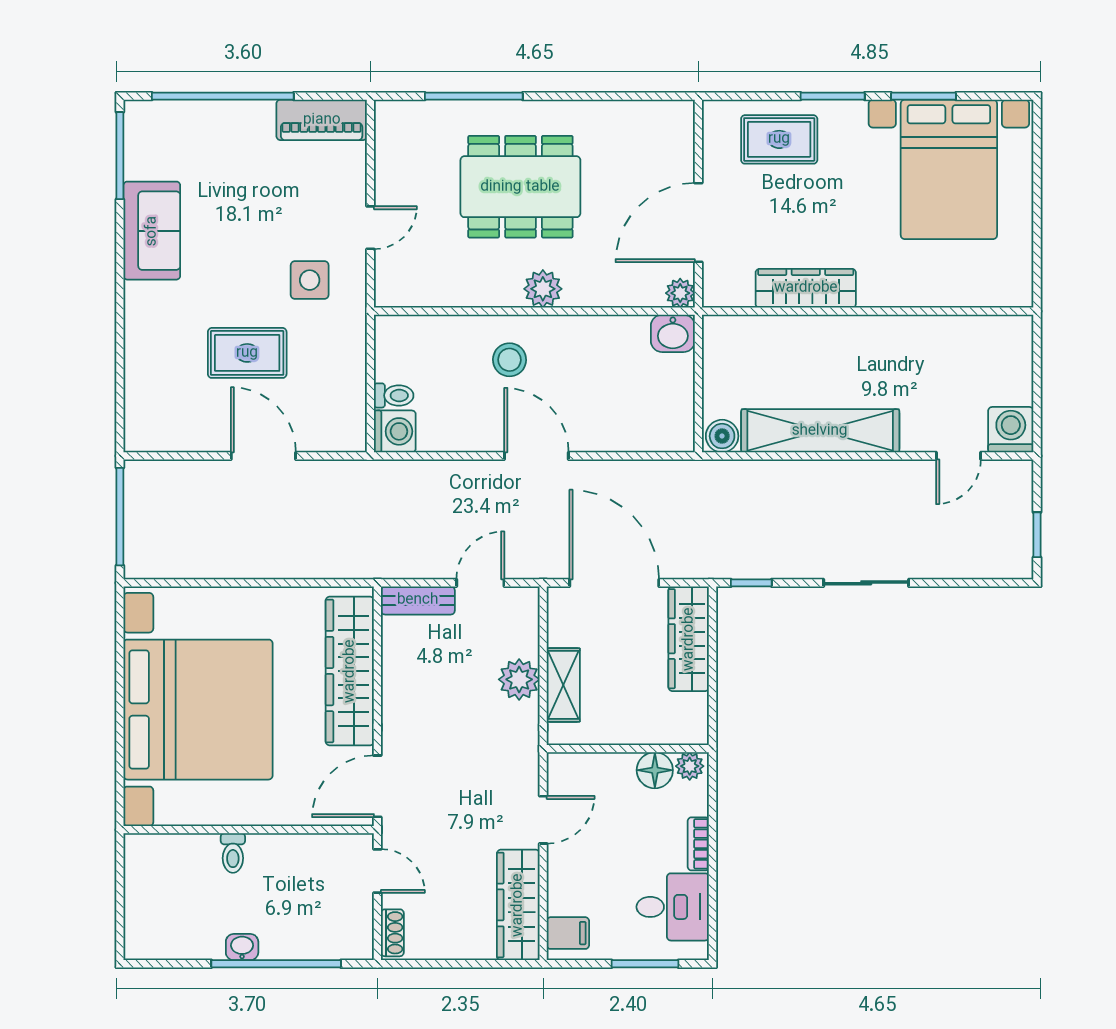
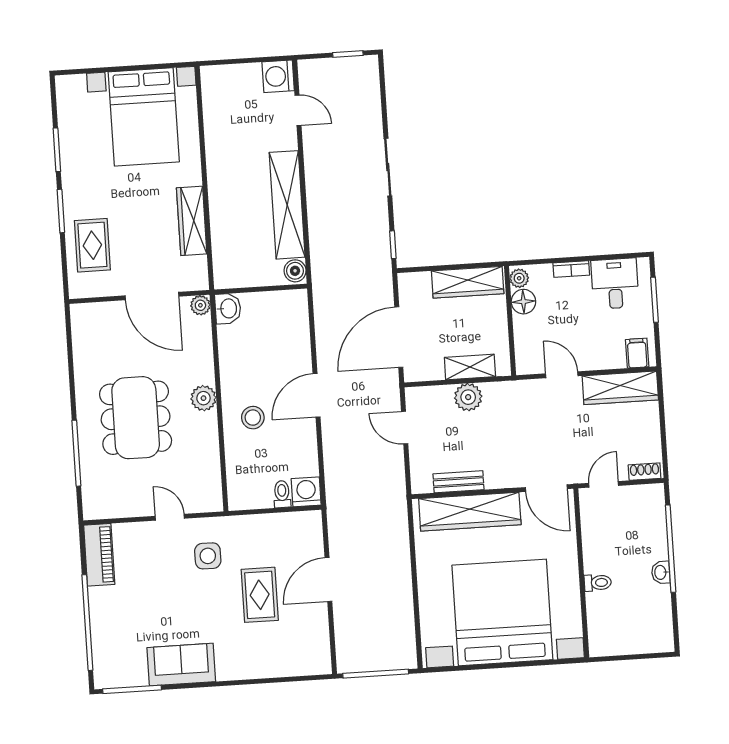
bed with nightstands: (949, 169) -> (144, 117), moved, turned 90
bench: (418, 600) -> (458, 482), moved, turned 90
wardrobe: (689, 639) -> (468, 282), moved

